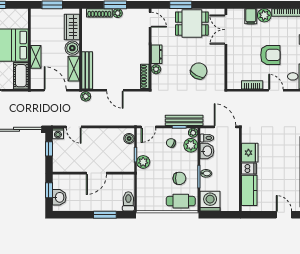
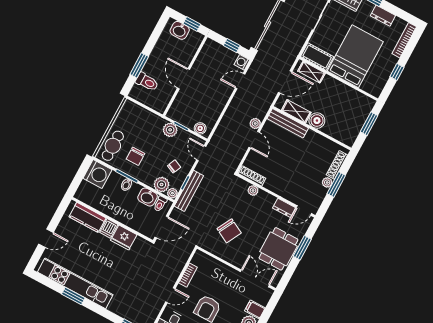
wardrobe: (72, 27) -> (337, 131), removed
dresser: (157, 54) -> (284, 208), moved
shelving: (36, 57) -> (312, 72), moved
door: (115, 90) -> (254, 140), swing flipped
plant: (86, 96) -> (255, 123), moved
toilet: (128, 201) -> (147, 82), moved

